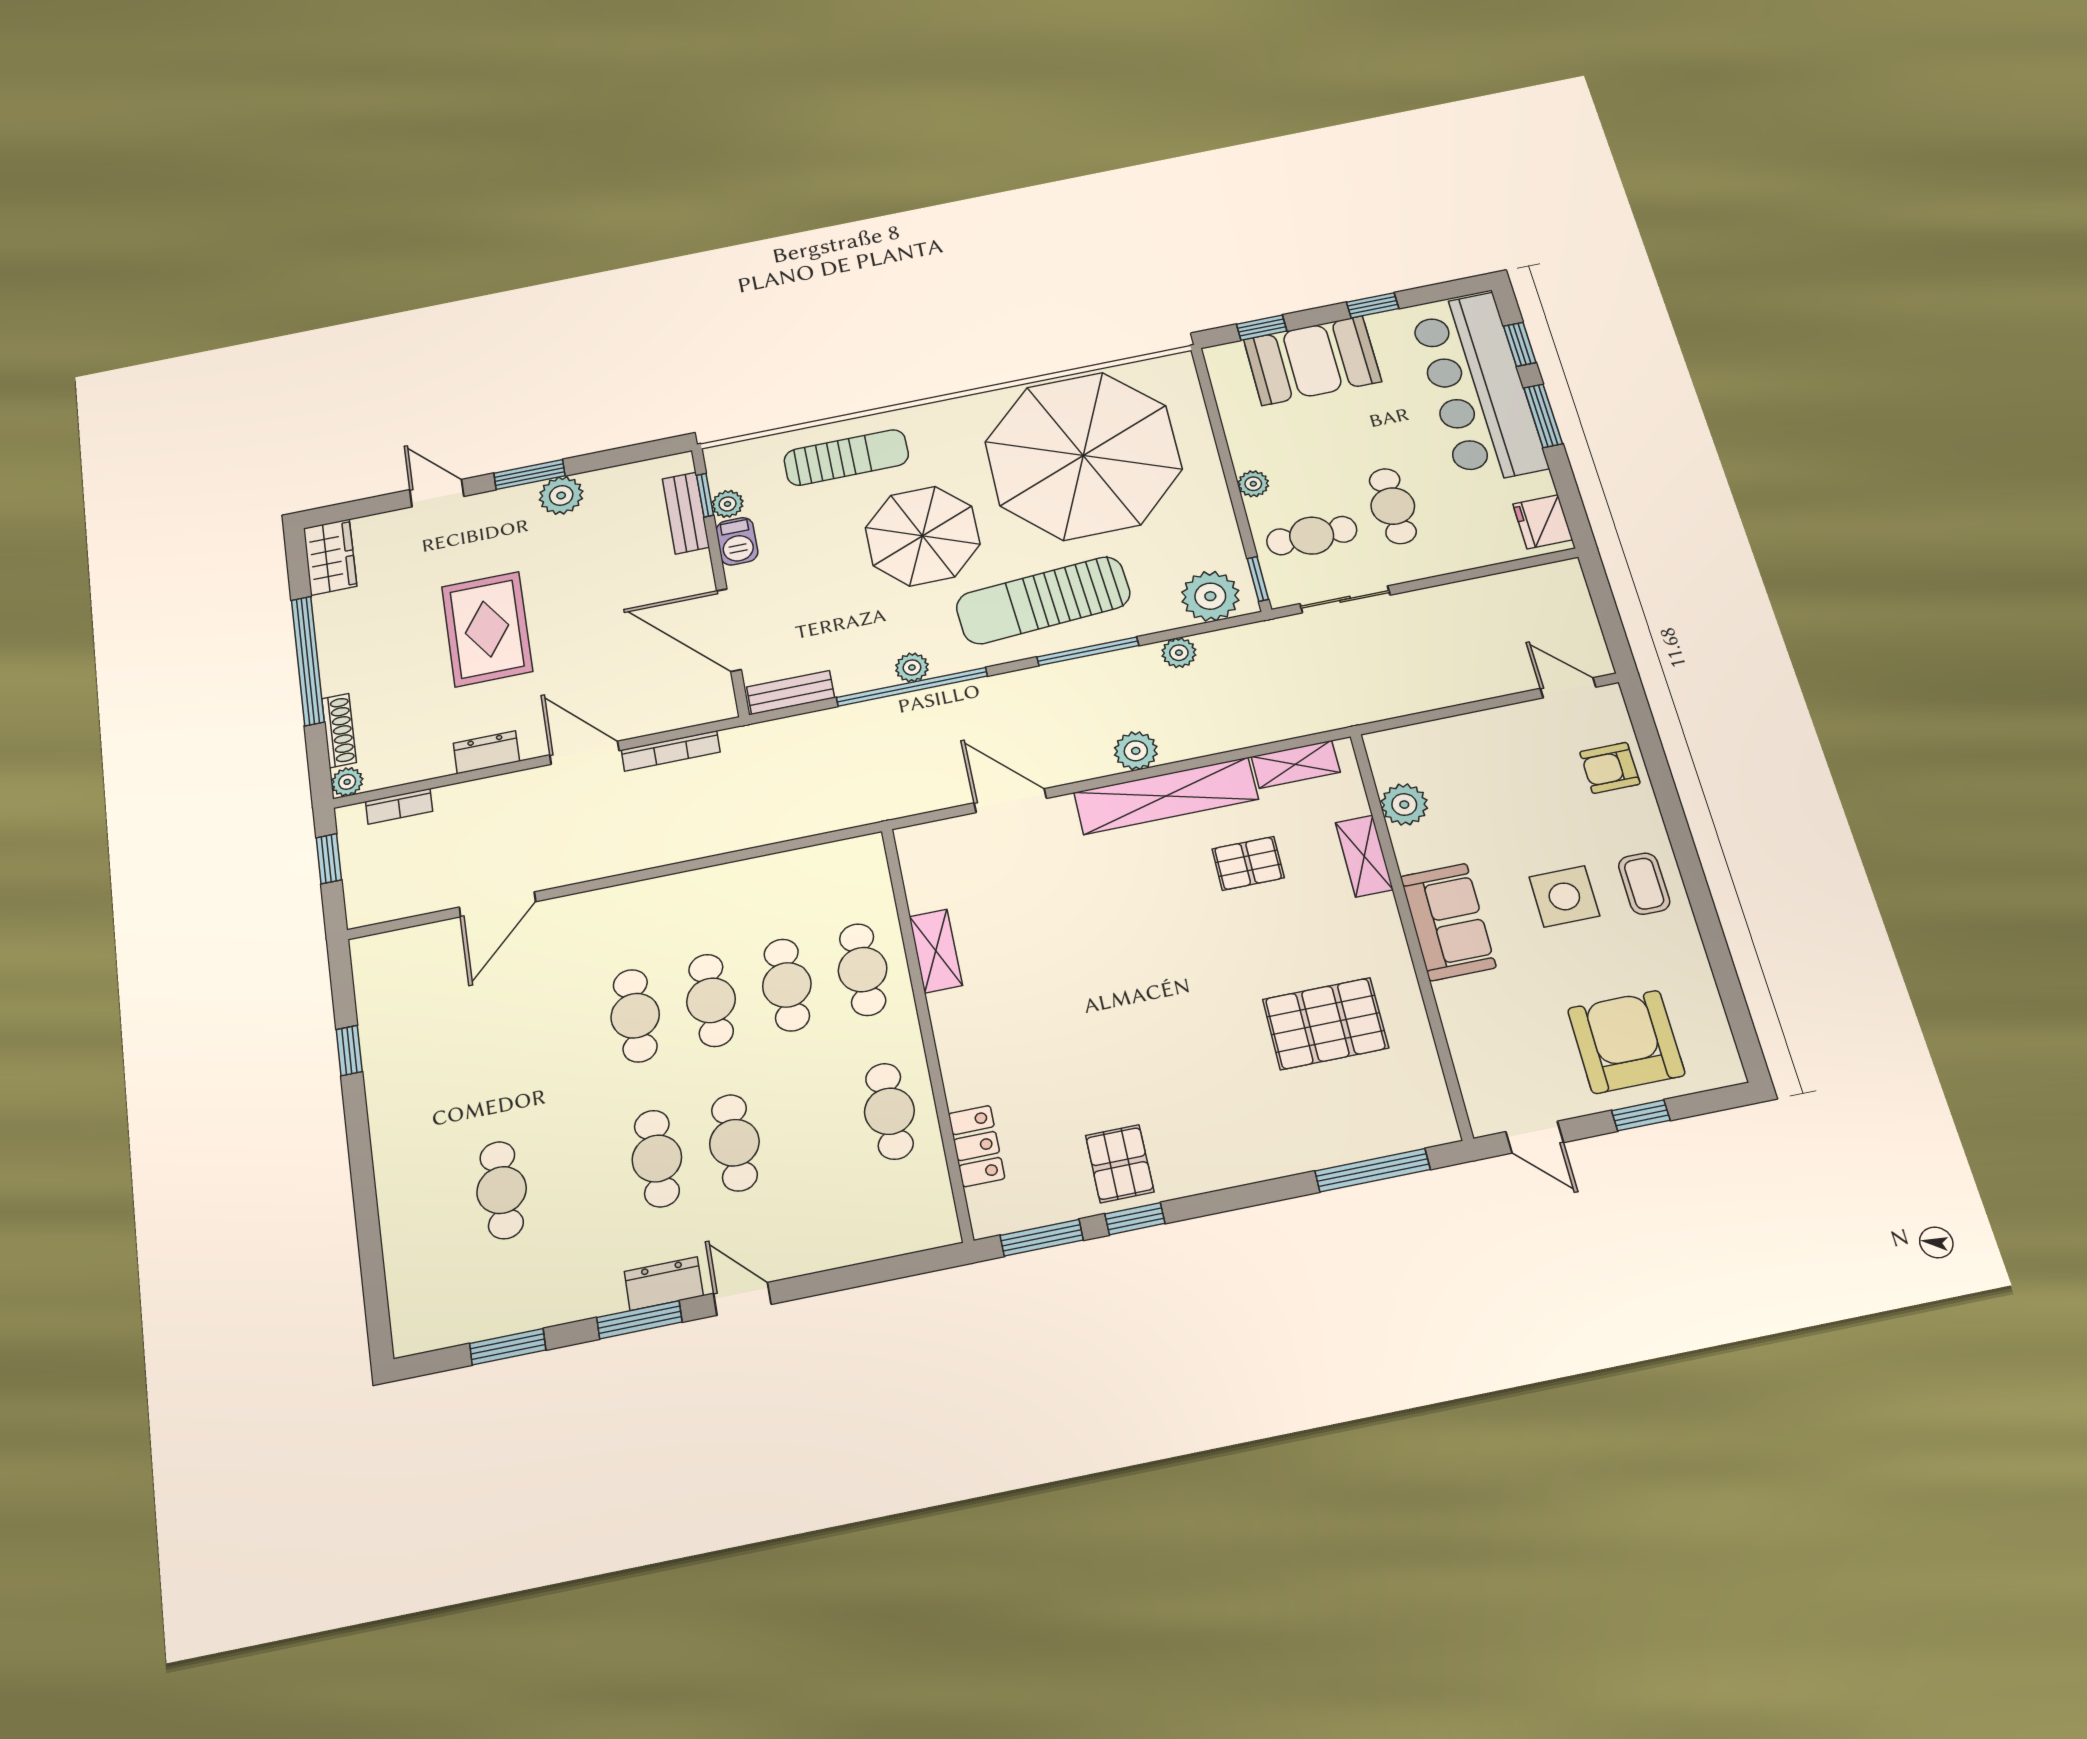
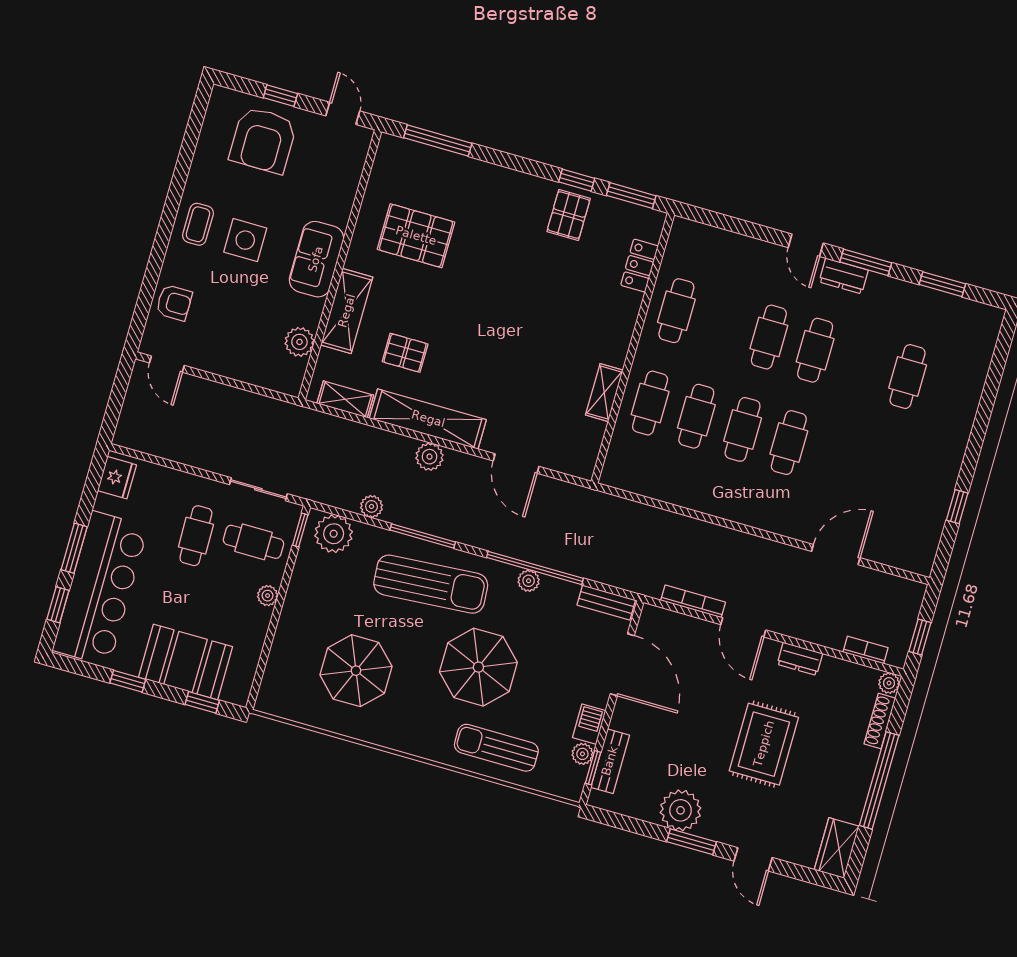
parasol: (1083, 456) -> (356, 671), width x0.54, depth x0.54
plant: (561, 495) -> (681, 810), width x1.36, depth x1.36
shelving: (1364, 856) -> (347, 311), width x1.50, depth x1.33

